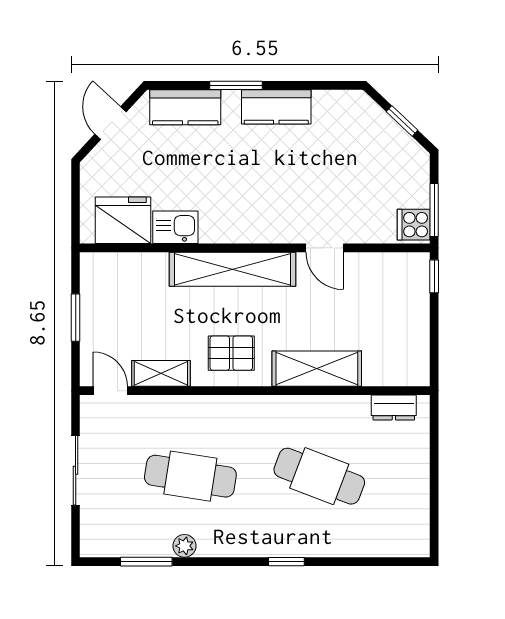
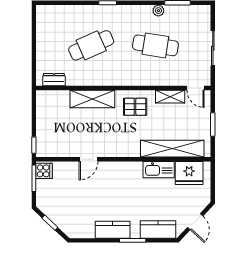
kitchen sink: (175, 227) -> (159, 170), width x1.38
door: (325, 248) -> (88, 159), swing flipped
shelving: (232, 269) -> (172, 149), moved
cafe table: (319, 476) -> (91, 45), turned -45

